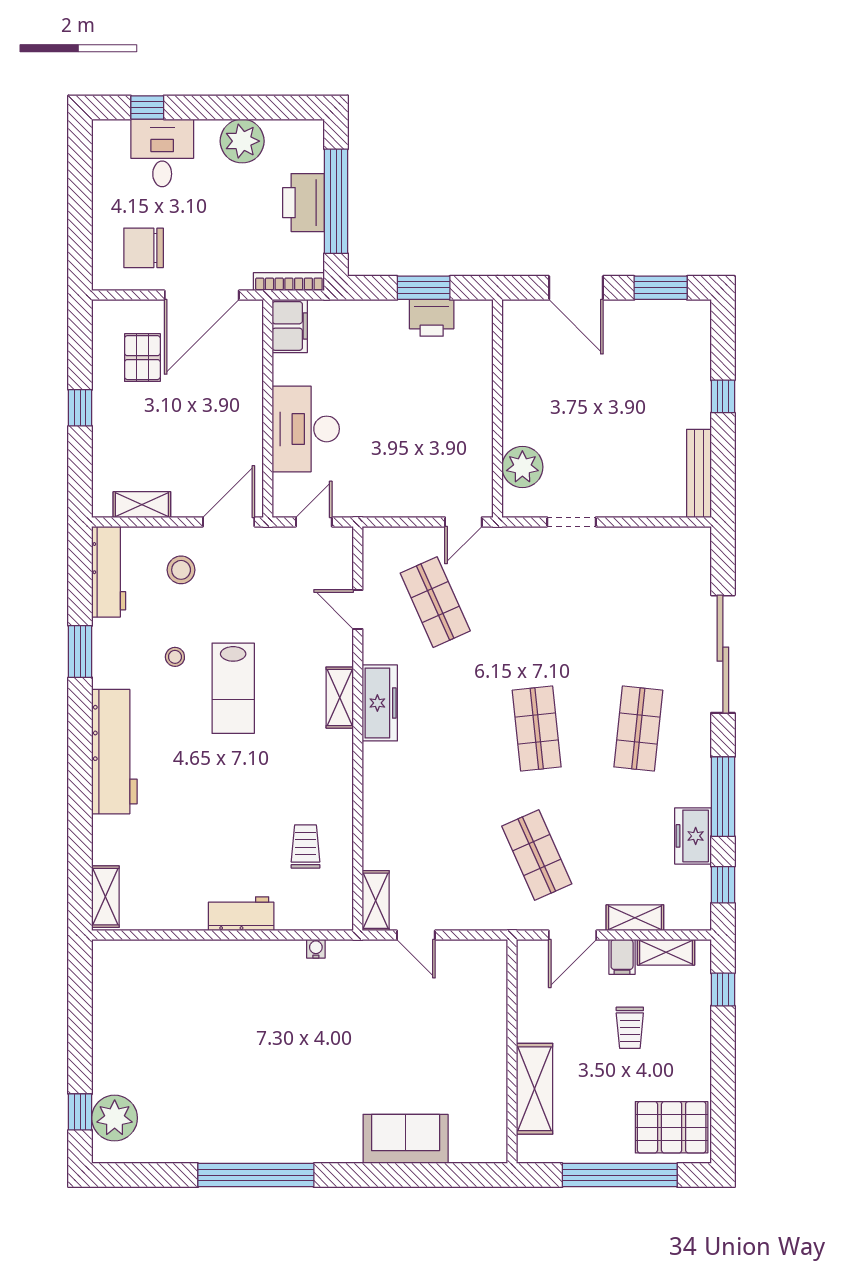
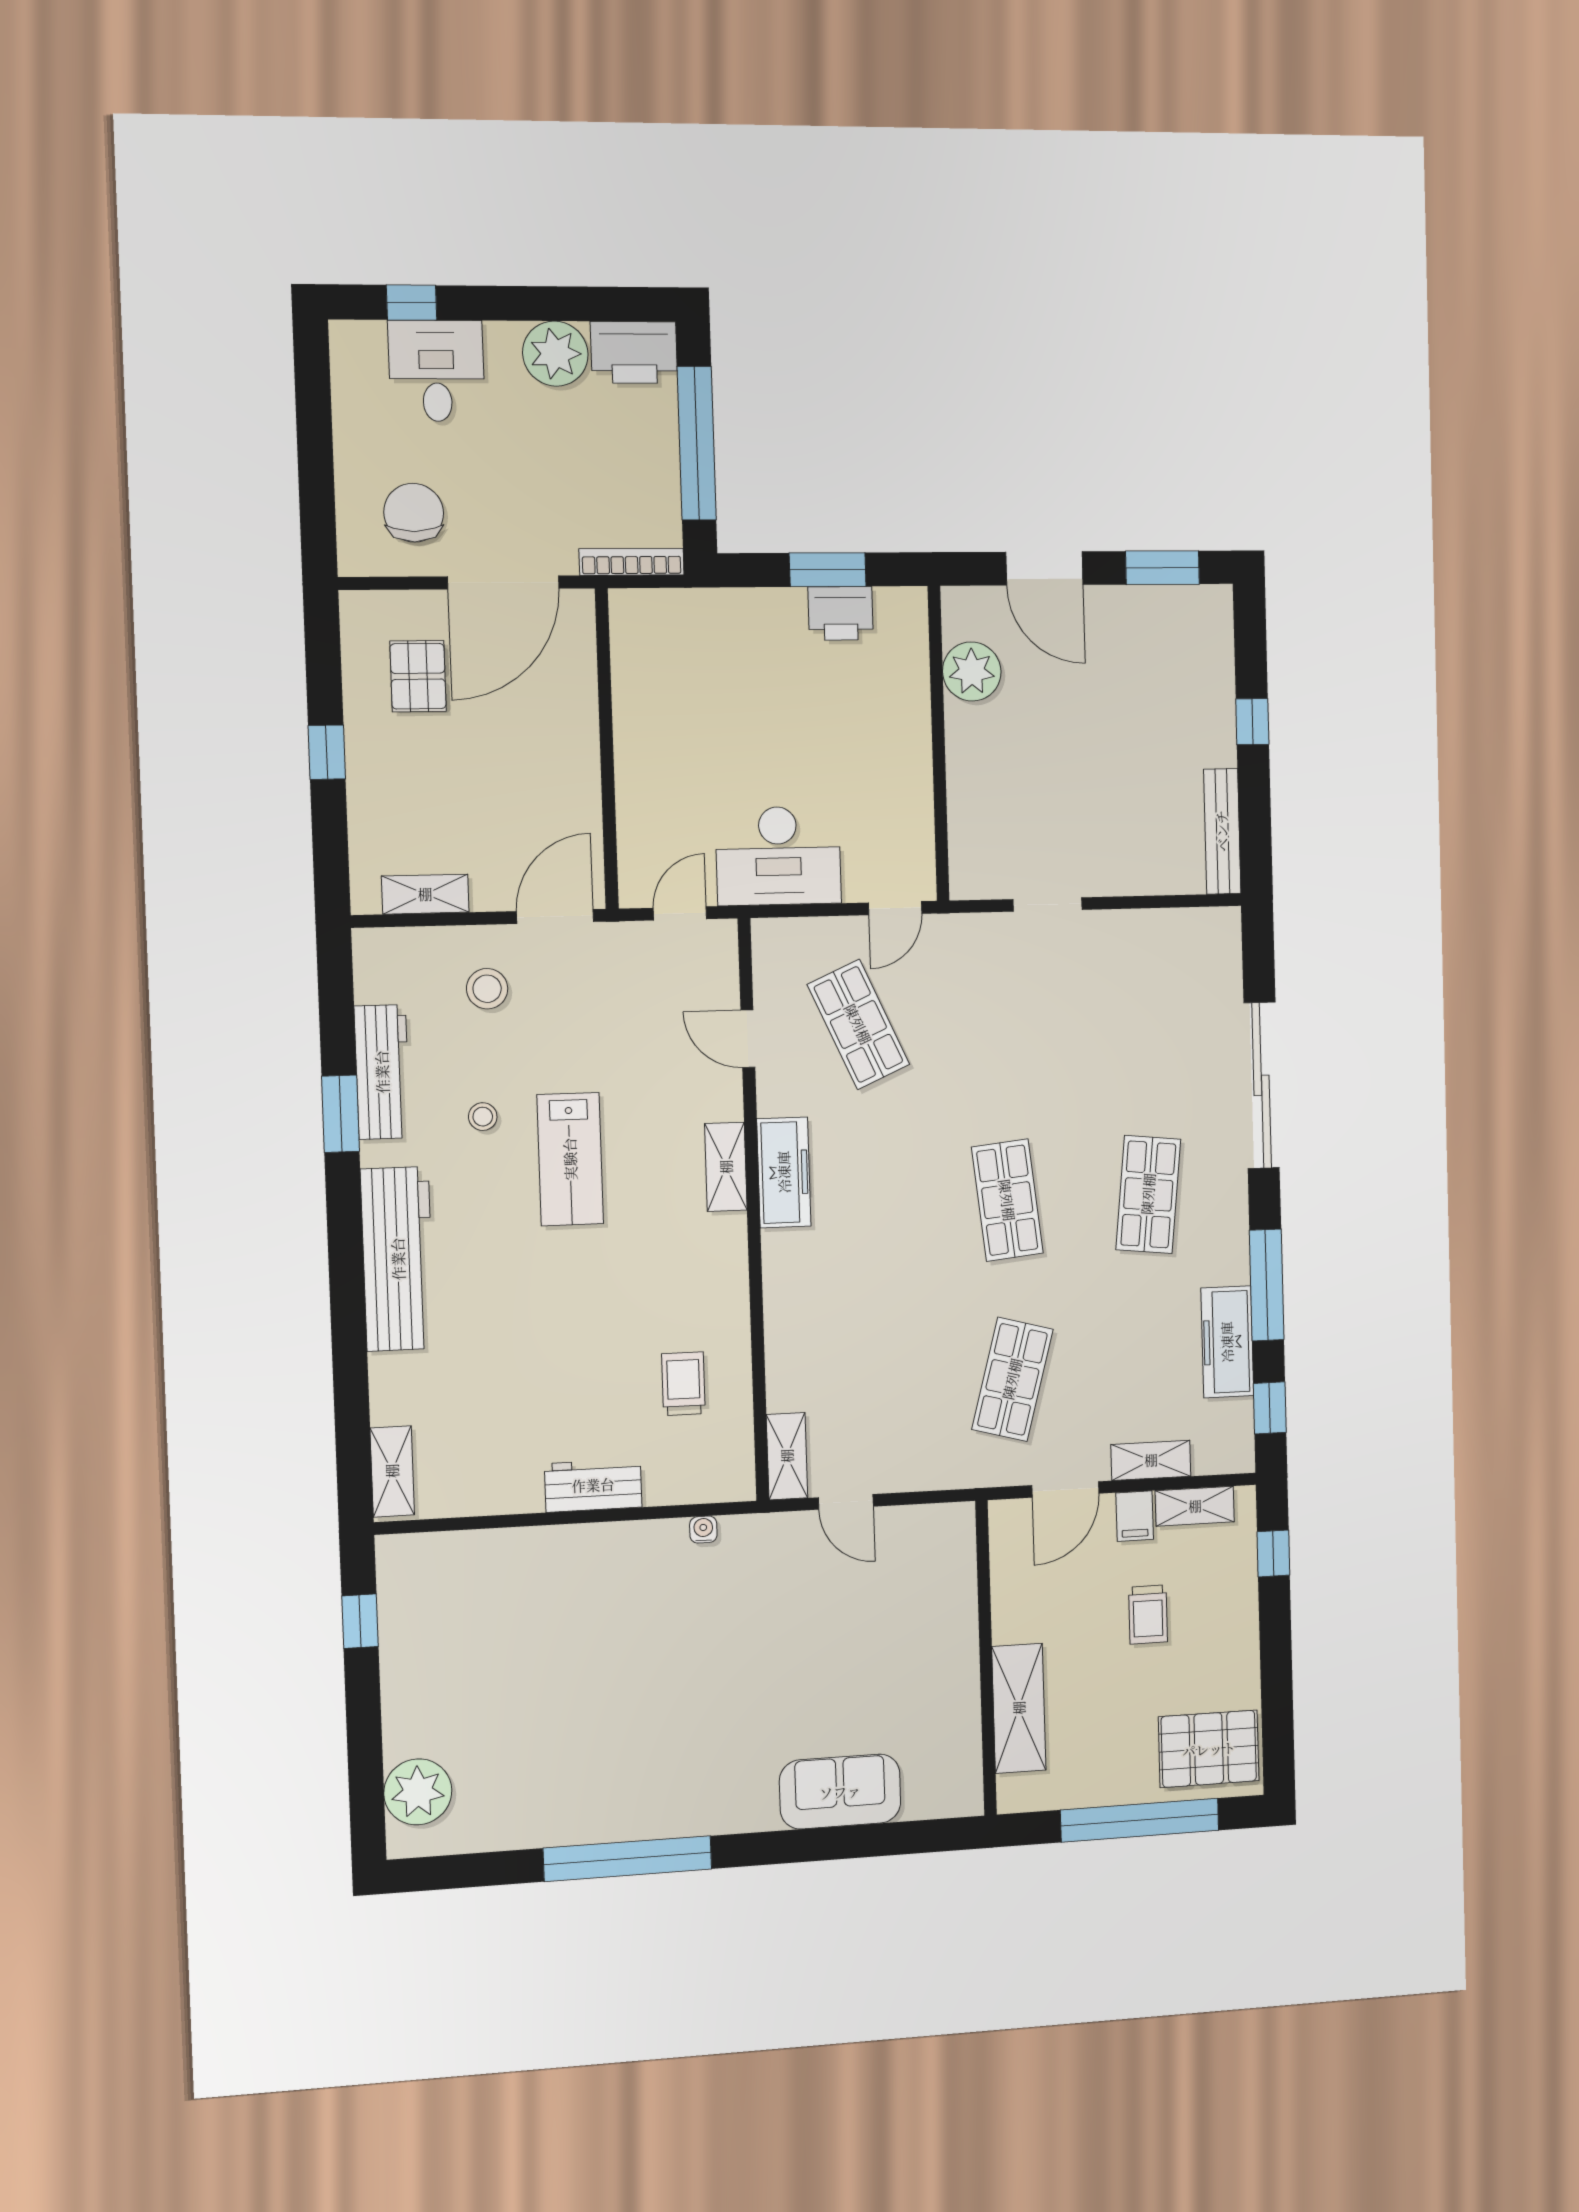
printer: (304, 203) -> (634, 352), moved, turned -90
chair: (144, 248) -> (414, 513), turned 90
filing cabinet: (290, 326) -> (635, 627), removed
desk: (306, 429) -> (778, 856), moved, turned -90
plant: (522, 467) -> (972, 671), moved
workbench: (109, 572) -> (382, 1072), moved
freezer: (693, 836) -> (1227, 1342), width x1.40
shop shelf: (537, 855) -> (1012, 1379), turned 39
window: (80, 1112) -> (360, 1621), moved

